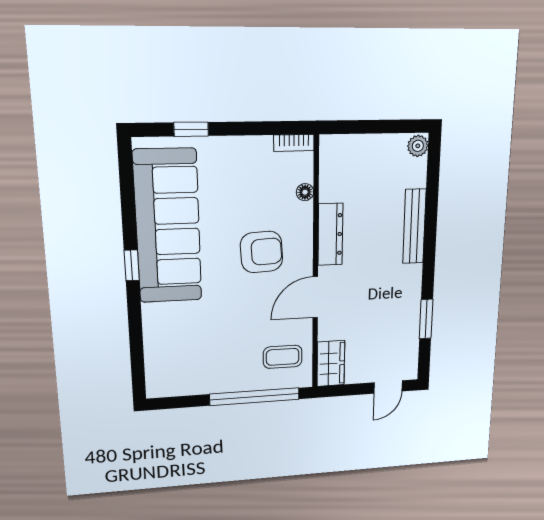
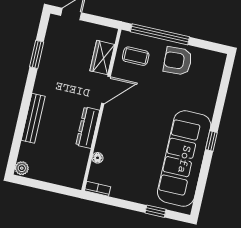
armchair: (262, 252) -> (178, 61), moved
wardrobe: (331, 363) -> (102, 58), moved

